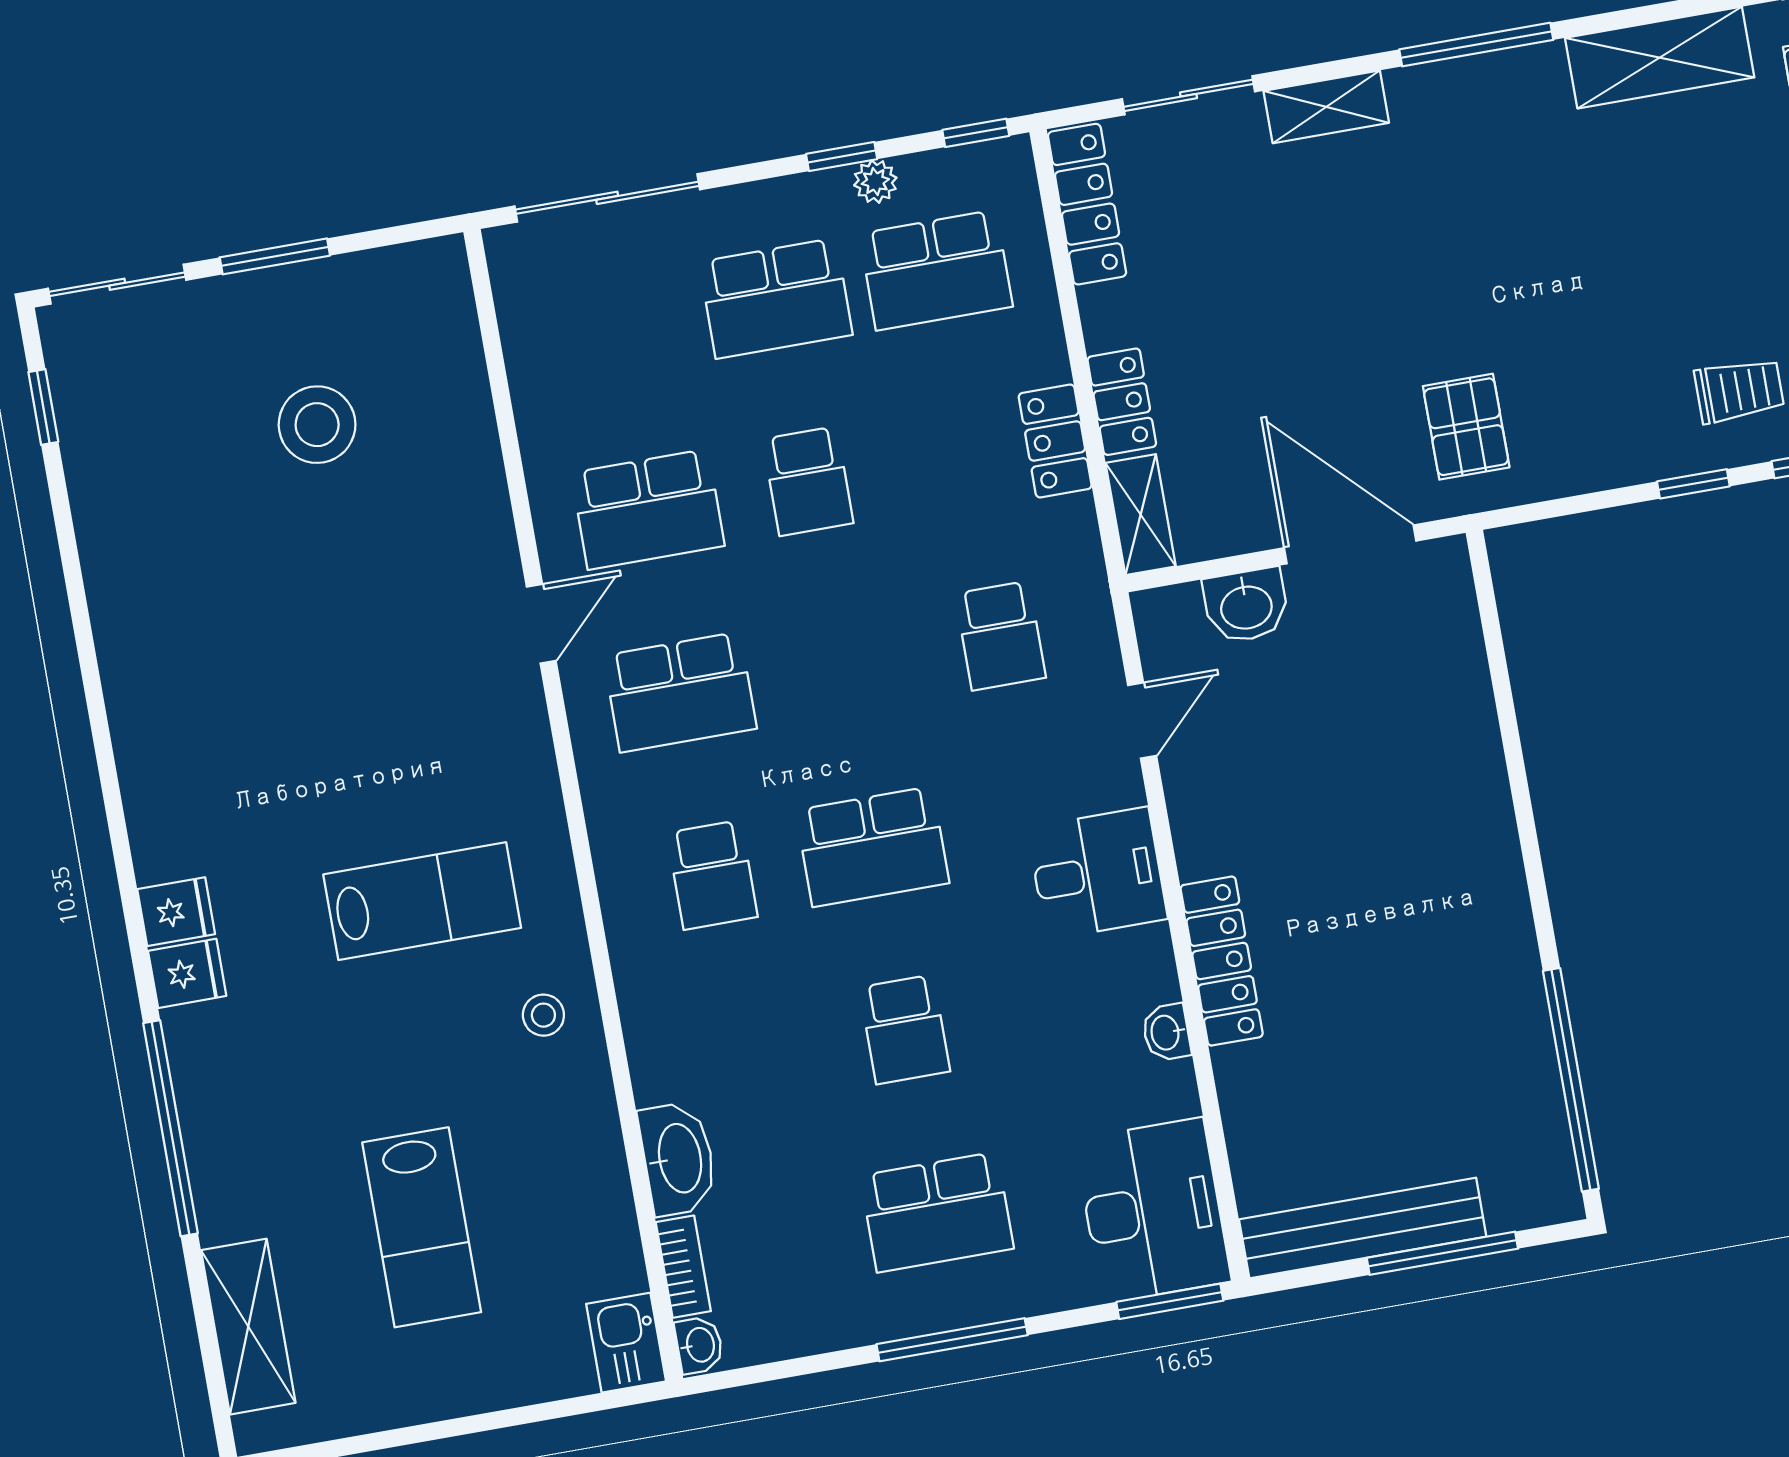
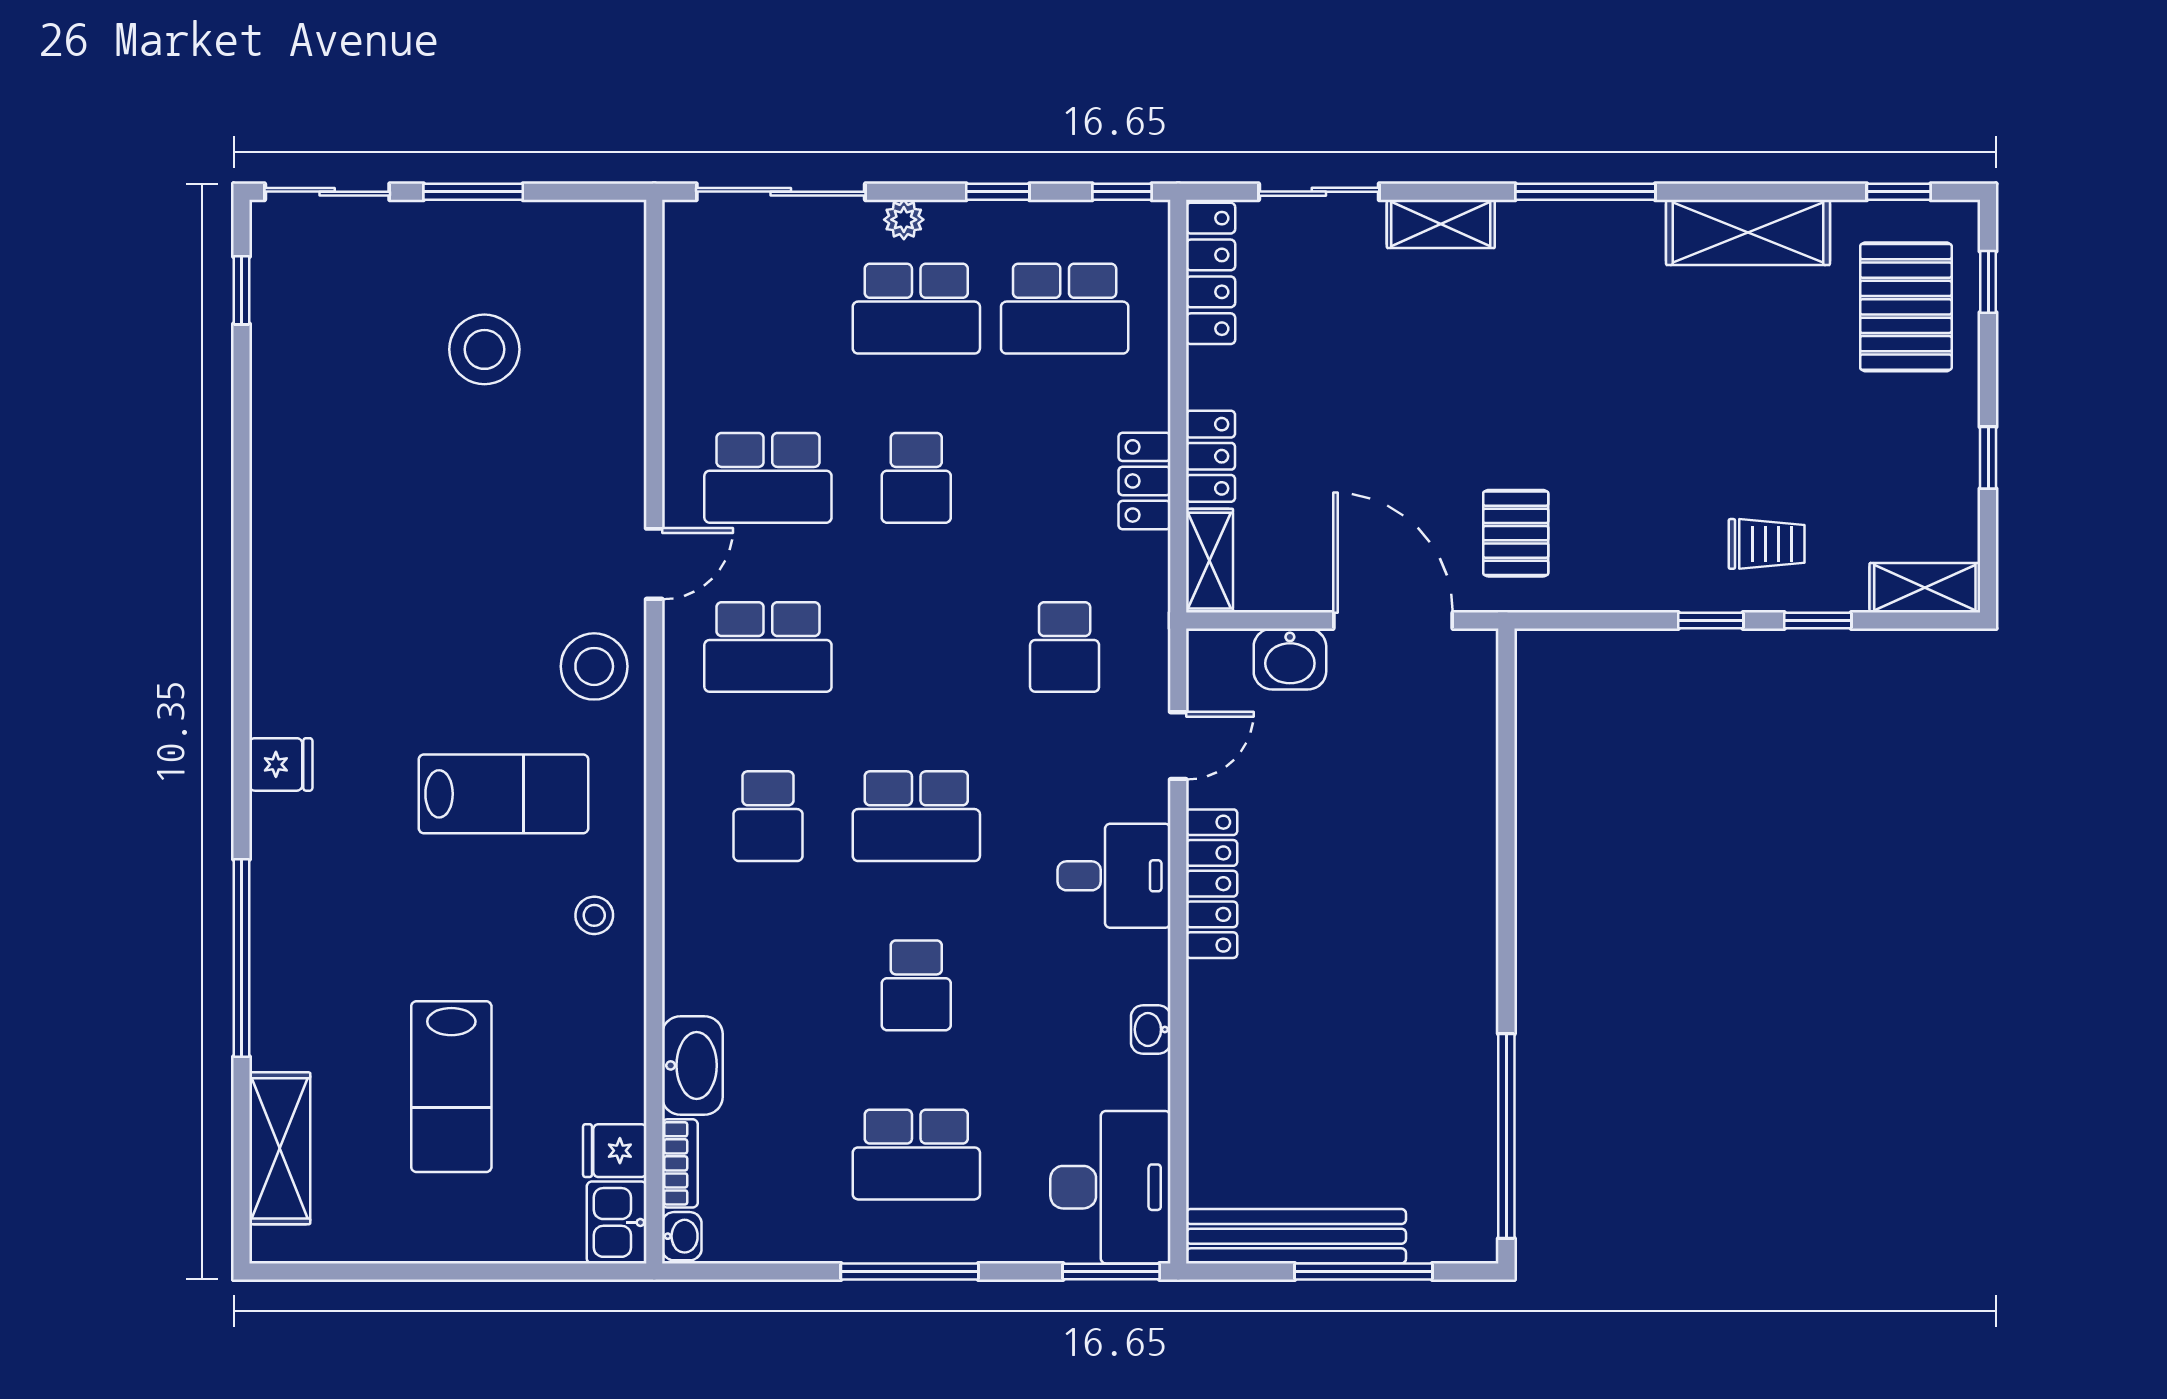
plant: (875, 181) -> (904, 220), moved
stool: (496, 746) -> (594, 666), added
locker: (1222, 961) -> (1212, 884), moved
fridge: (187, 973) -> (615, 1151), moved, turned 180

